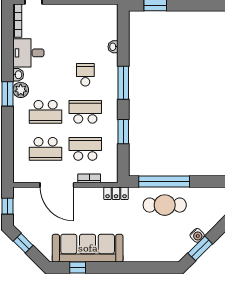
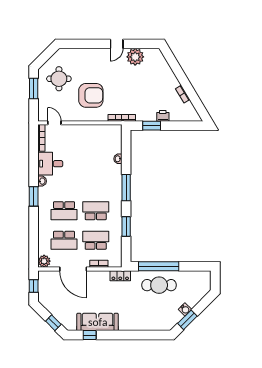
school desk: (85, 75) -> (96, 181), removed
plant: (21, 90) -> (44, 261), moved
window: (23, 243) -> (53, 323), moved
sofa: (88, 248) -> (98, 322), width x0.74, depth x0.79

